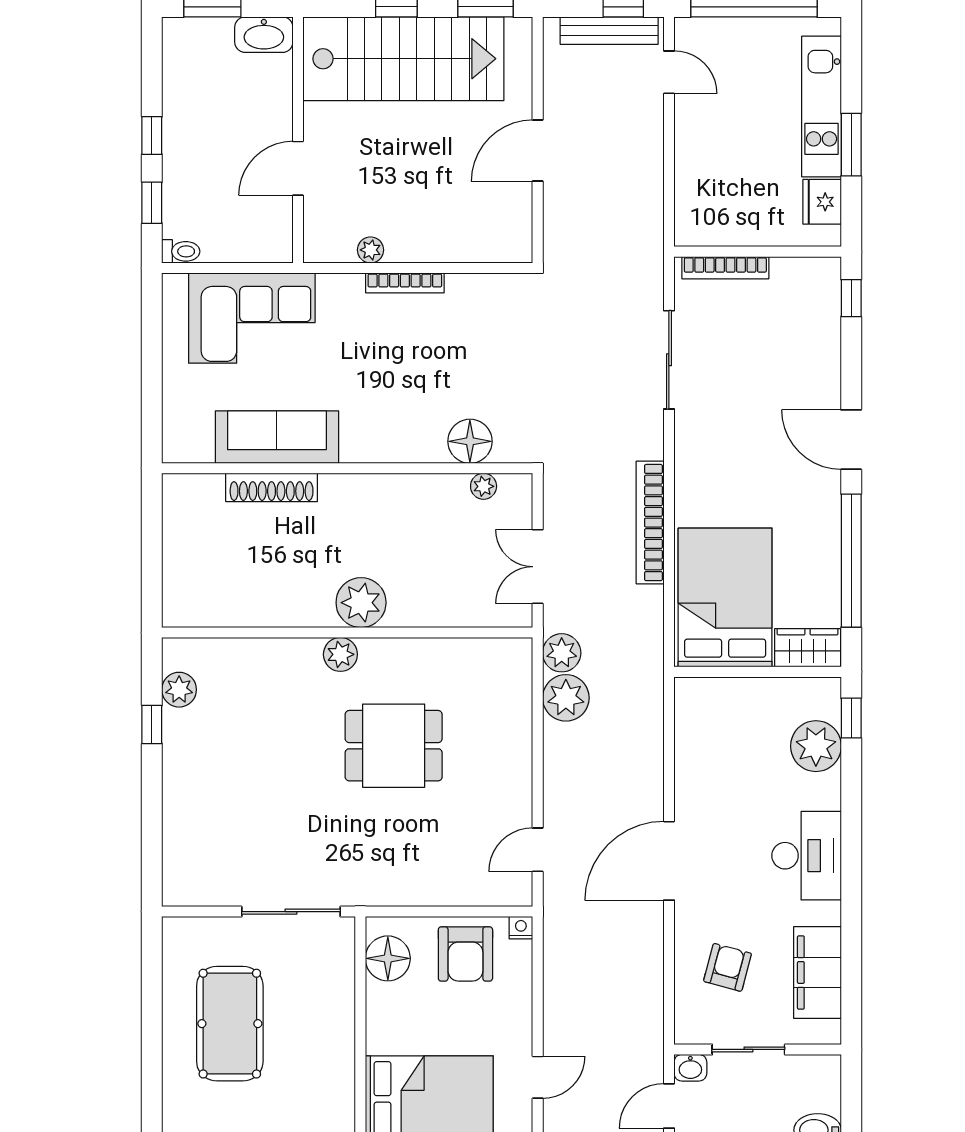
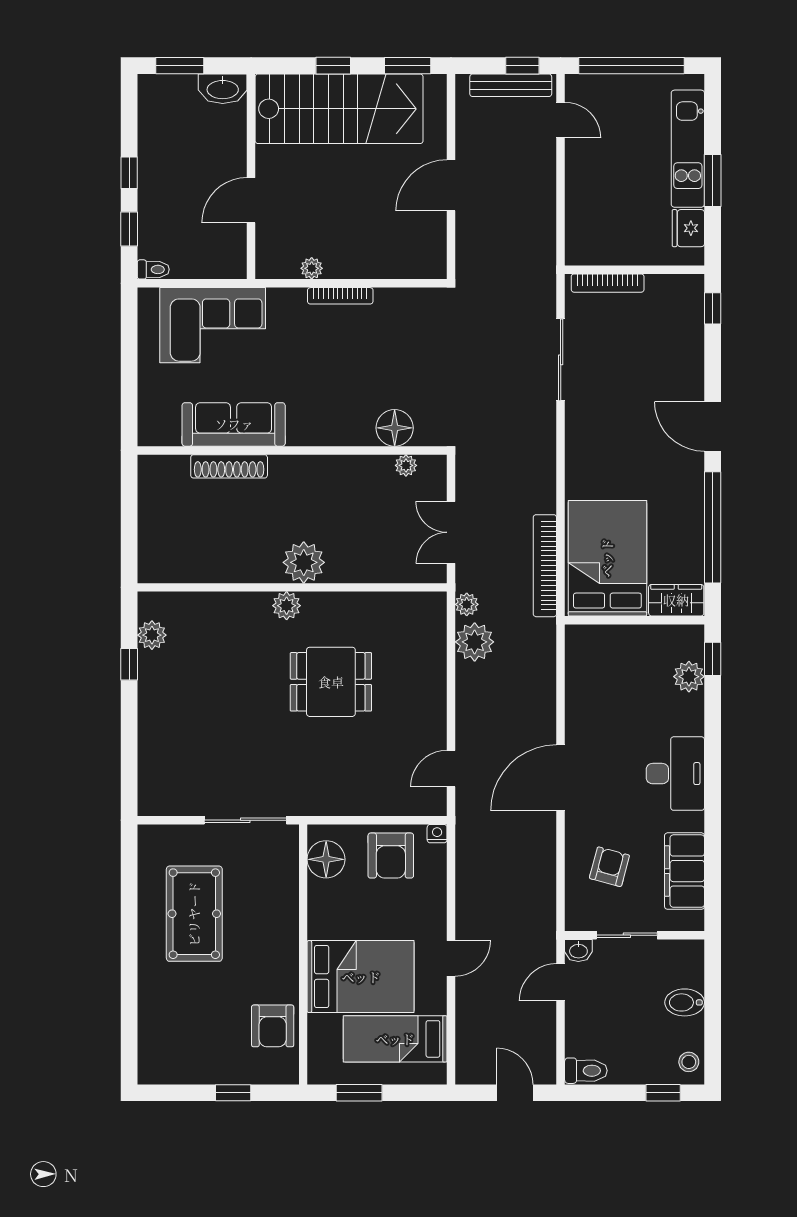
bookcase: (650, 523) -> (545, 566), moved
plant: (562, 653) -> (467, 604), width x0.73, depth x0.73
plant: (816, 746) -> (689, 677), width x0.73, depth x0.73

